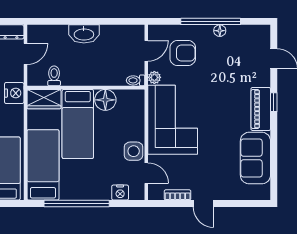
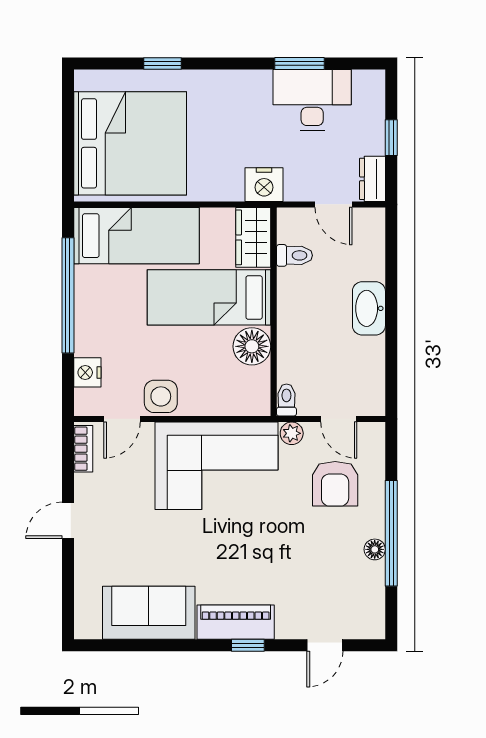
bookcase: (178, 195) -> (83, 449), moved

